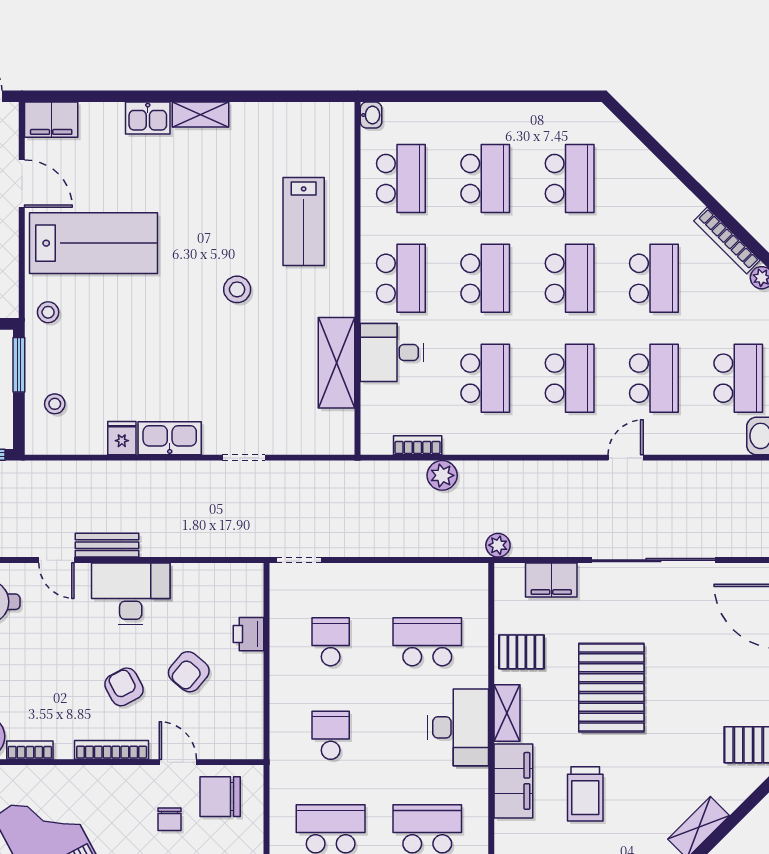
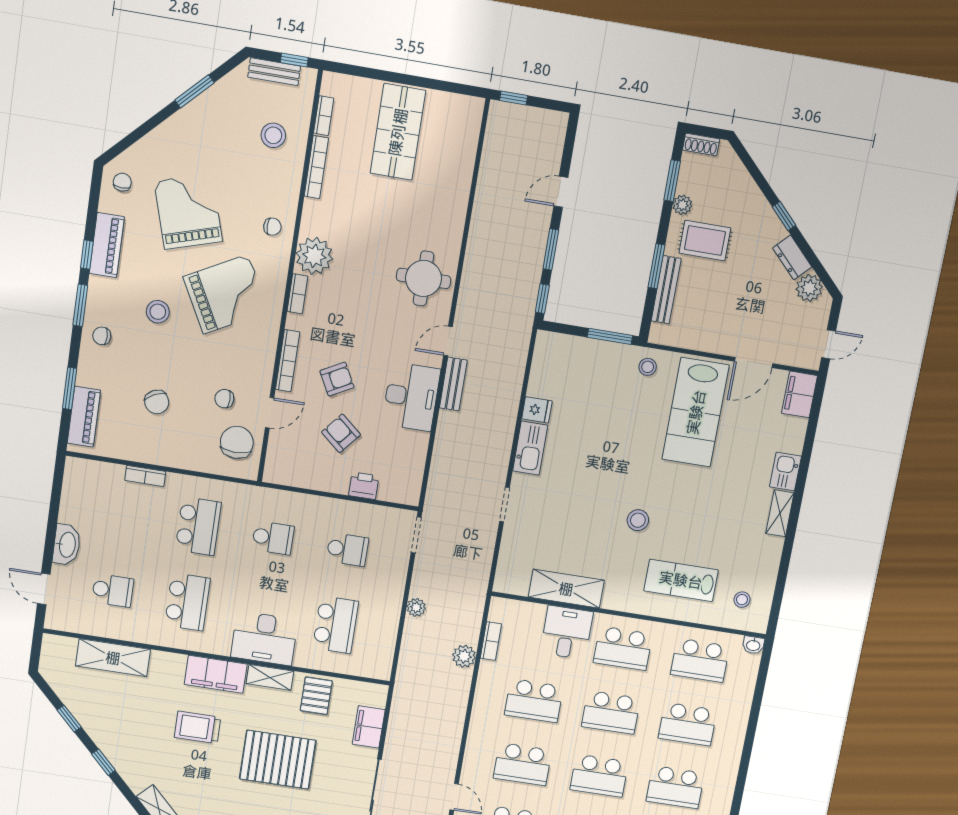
stool: (55, 404) -> (742, 600), moved
plant: (498, 545) -> (416, 607), moved

